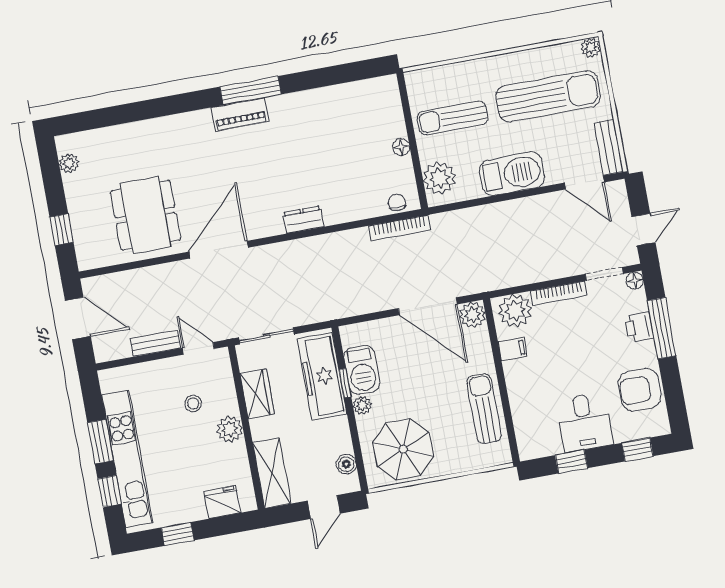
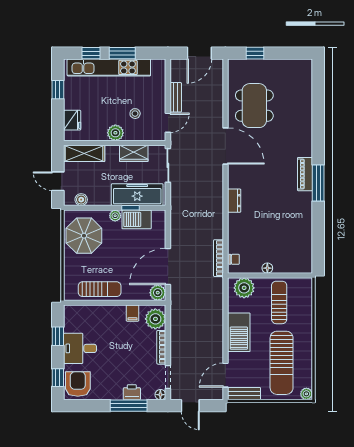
plant: (69, 163) -> (294, 65), removed
dining table: (146, 215) -> (254, 106), turned 90
armchair: (640, 390) -> (78, 384), moved

